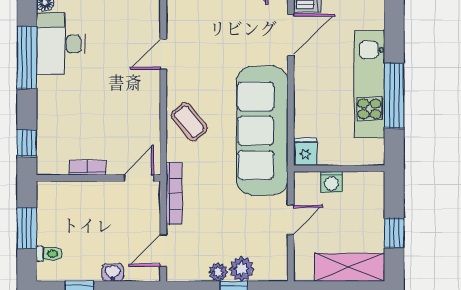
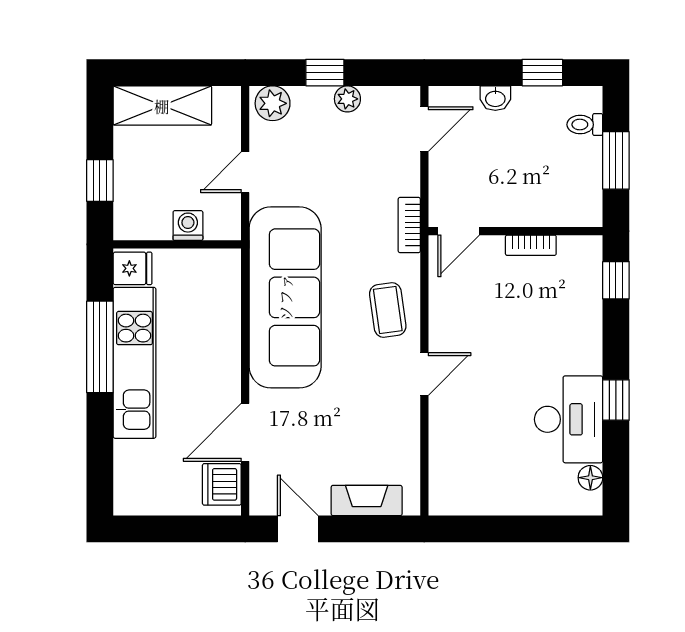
door: (163, 54) -> (424, 374), moved
window: (27, 58) -> (616, 400), width x0.46
coffee table: (189, 122) -> (388, 310), turned 31
fridge: (305, 152) -> (133, 268), moved, turned -90
bookcase: (174, 193) -> (409, 225), width x0.64
window: (394, 233) -> (100, 181), moved
plant: (242, 269) -> (273, 103), moved

